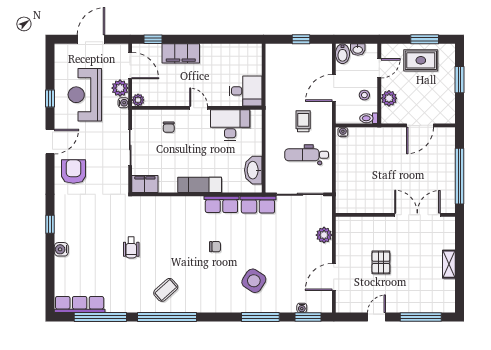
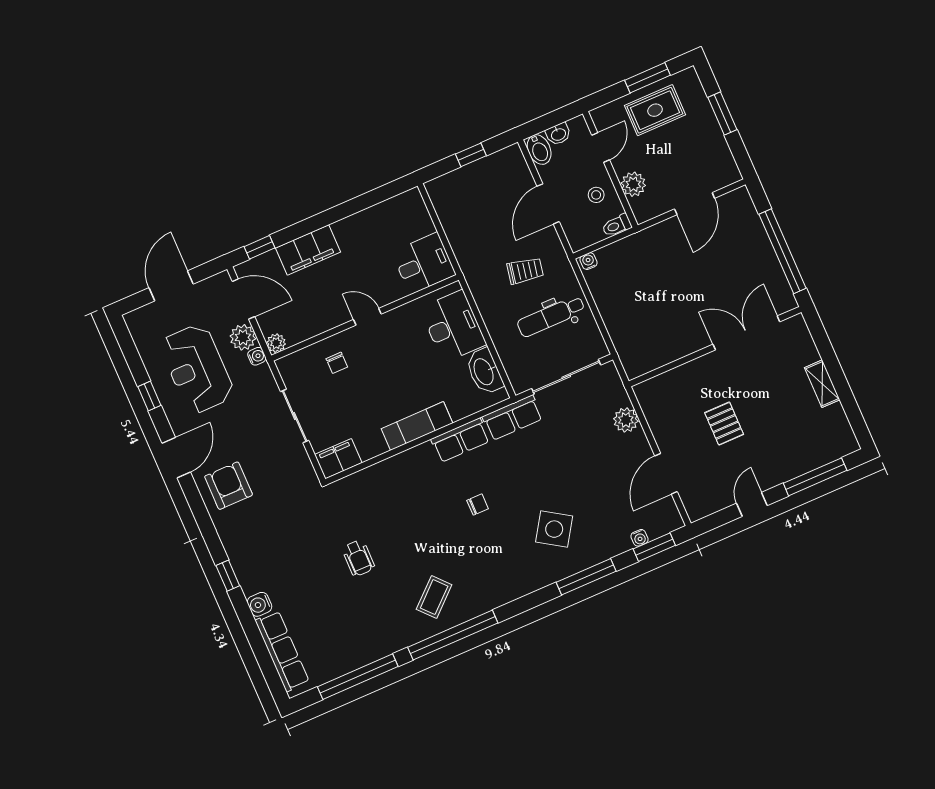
trolley: (303, 121) -> (525, 271), turned 101
desk: (230, 125) -> (453, 326), moved, turned 90
row of seats: (80, 304) -> (282, 651), moved, turned 90

